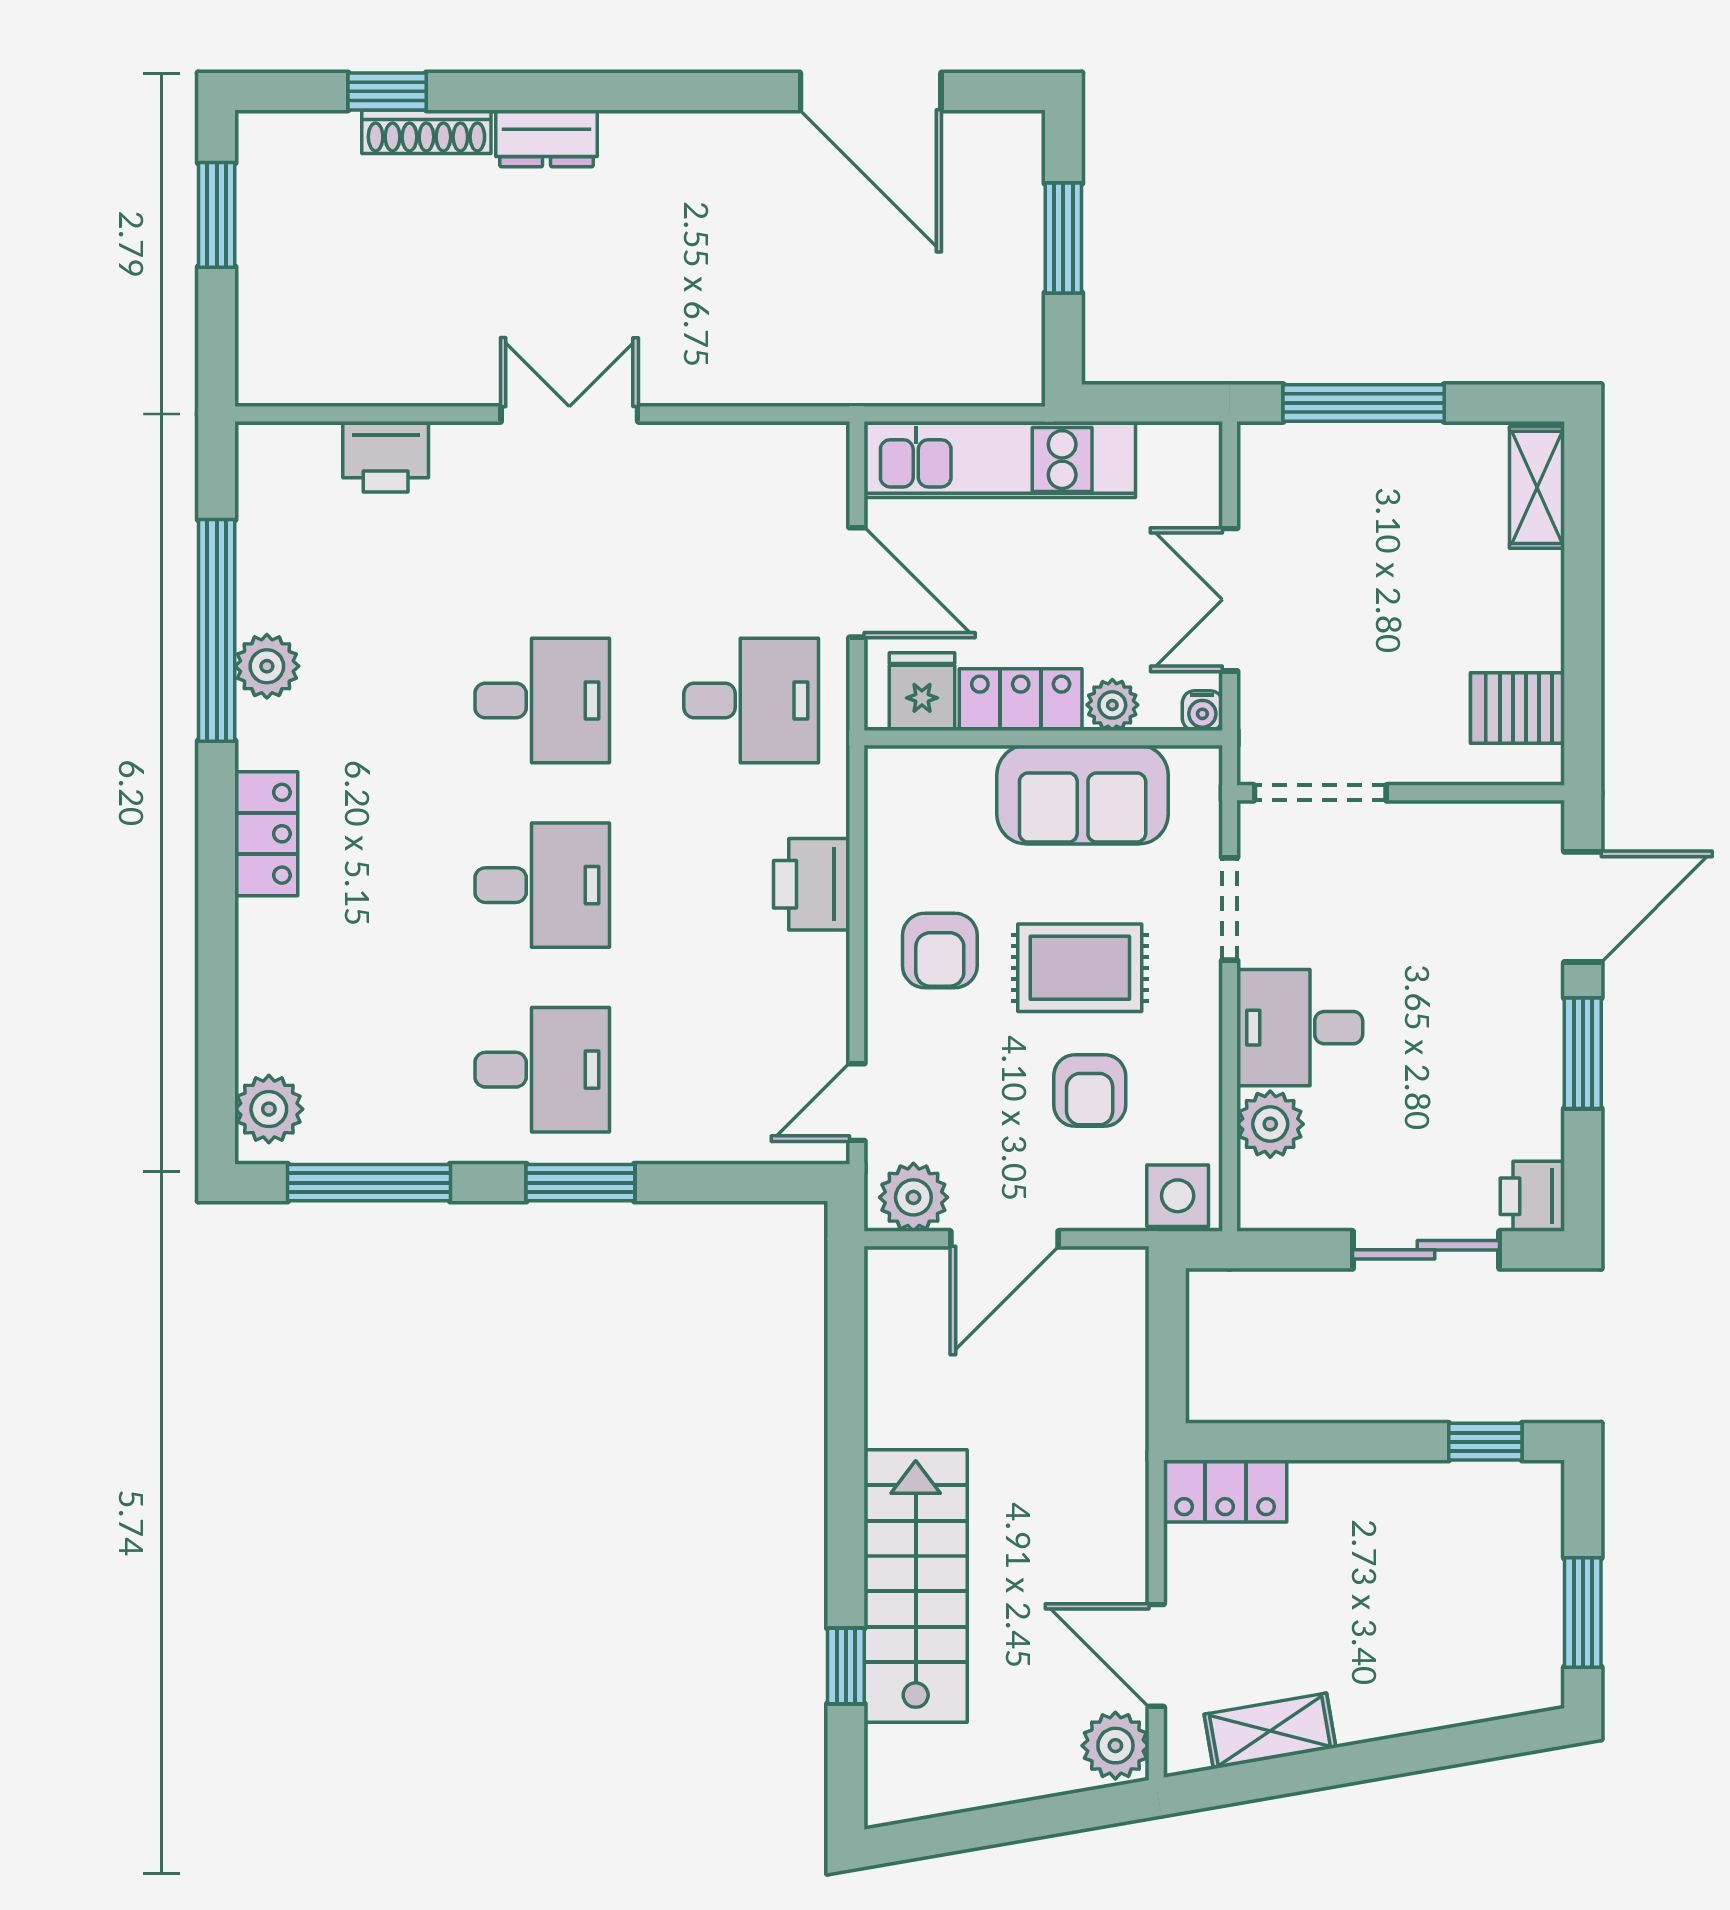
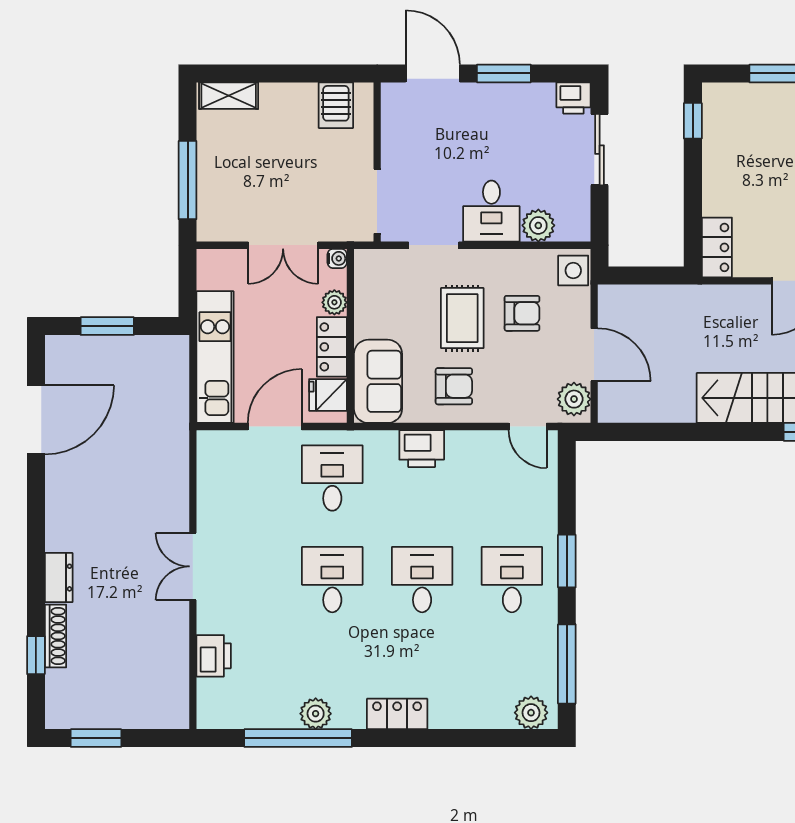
sofa: (1083, 795) -> (378, 381), moved

